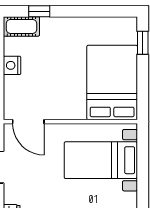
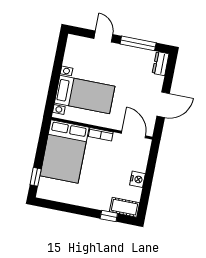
bookcase: (70, 114) -> (101, 134), added

